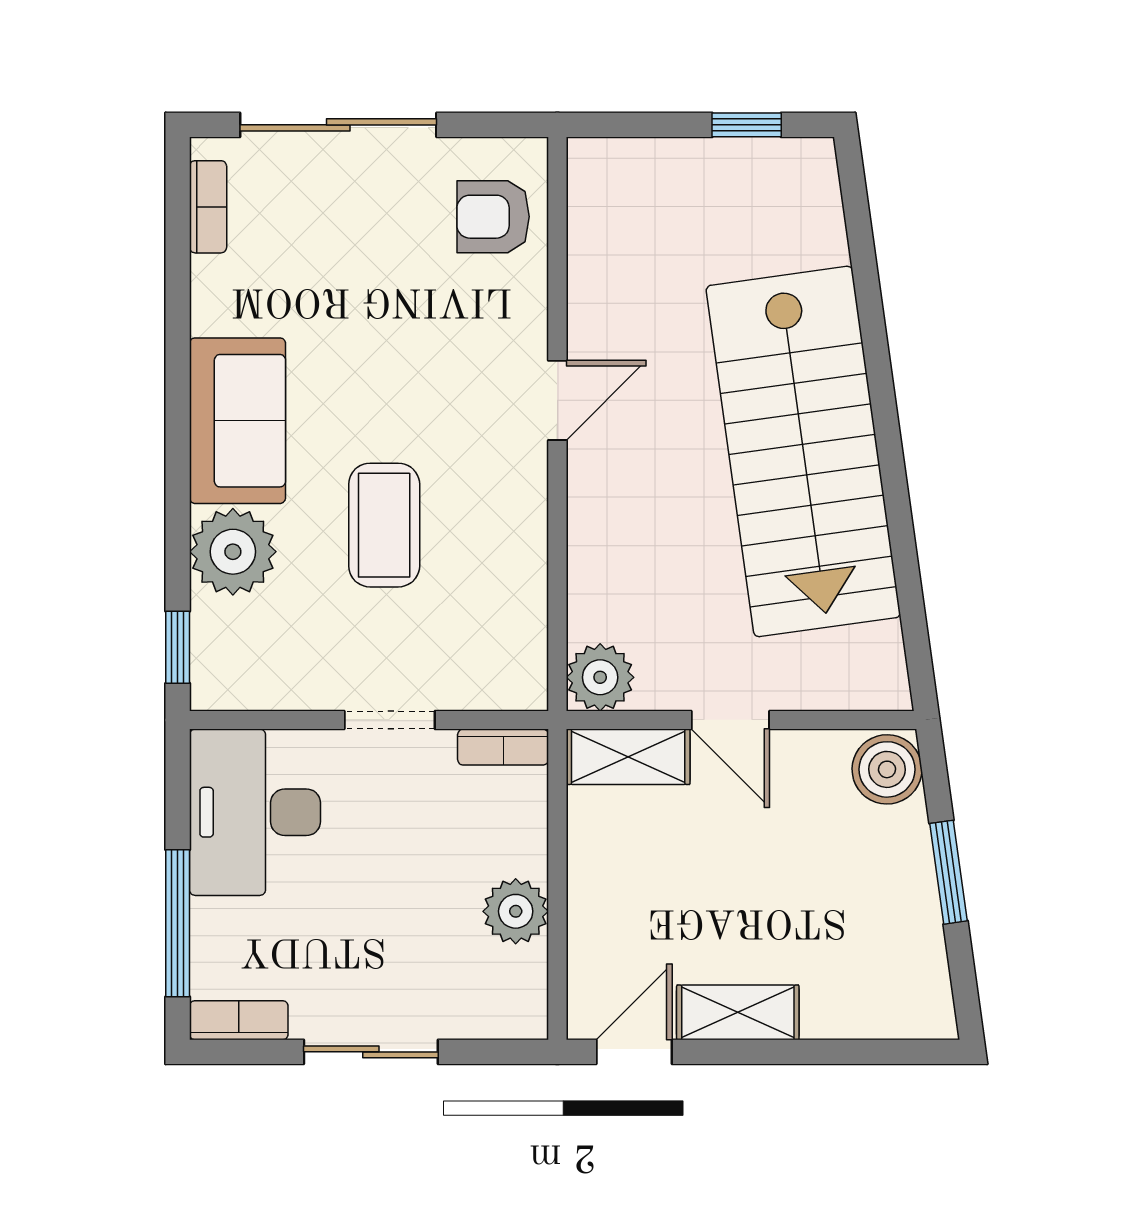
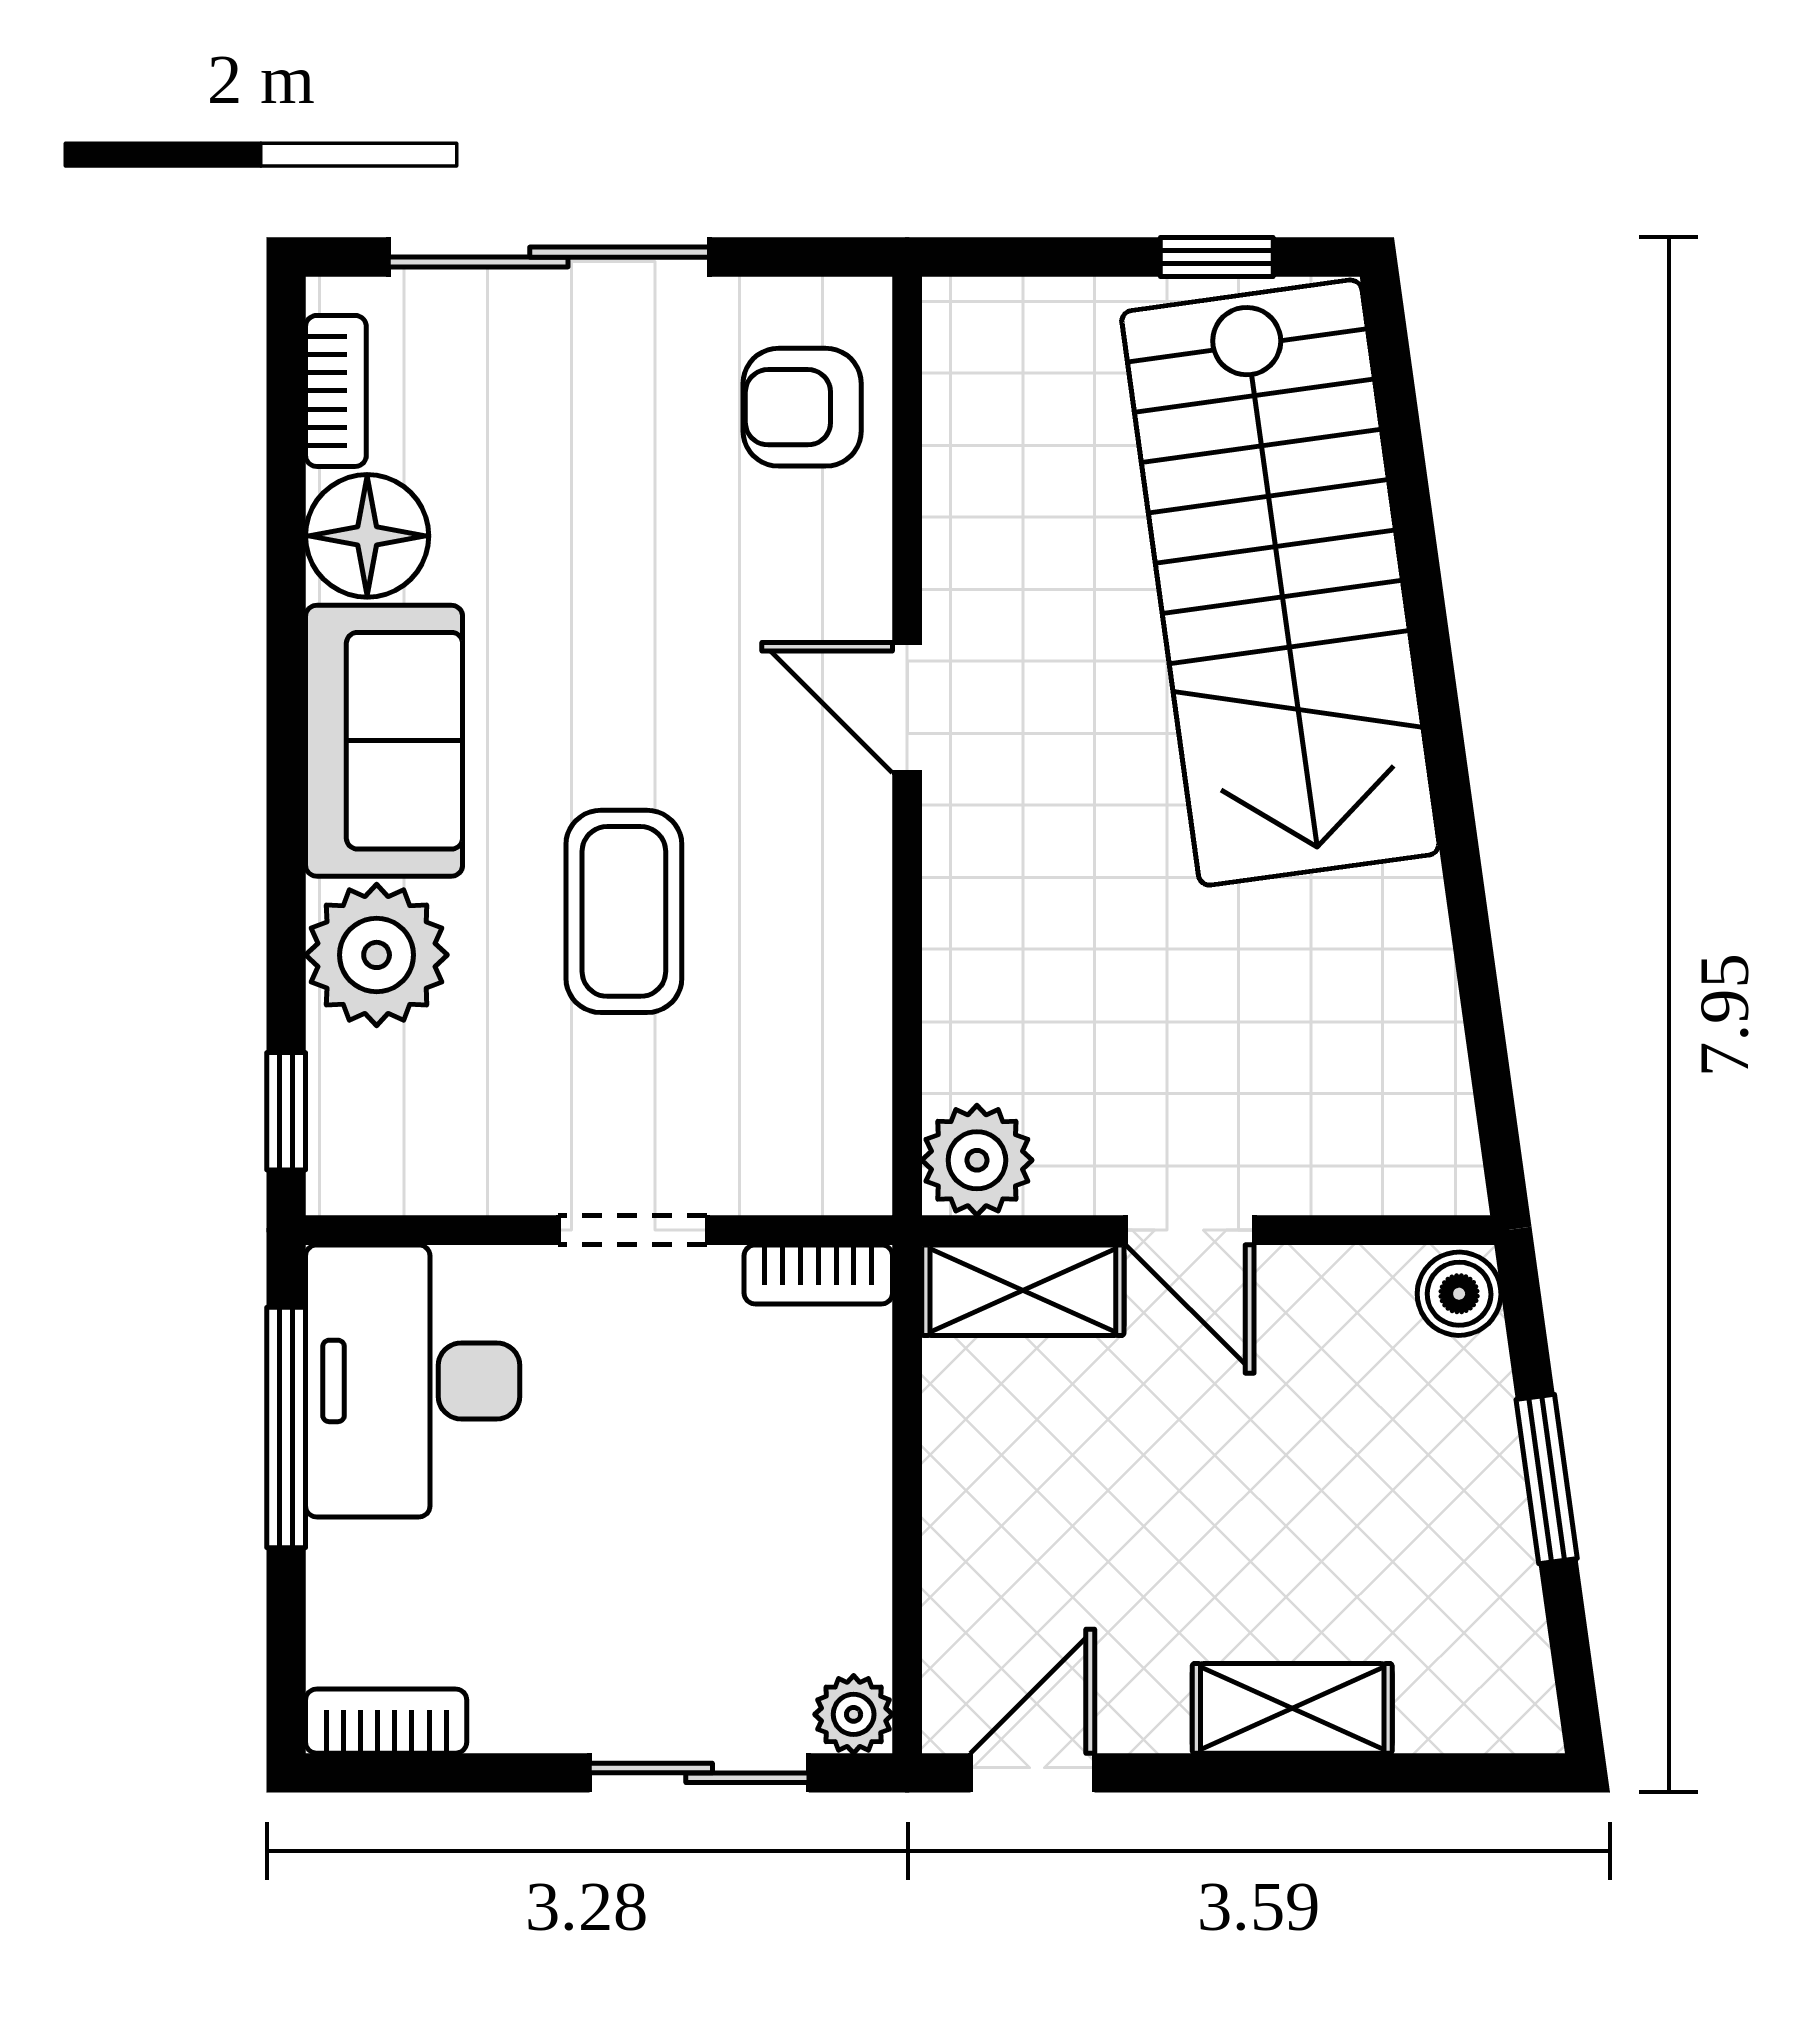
floor lamp: (227, 295) -> (367, 536), added
door: (557, 400) -> (907, 708), swing flipped
stairs: (803, 451) -> (1280, 583), moved
boiler: (887, 769) -> (1459, 1294), width x0.73, depth x0.73
plant: (516, 911) -> (854, 1714), moved, width x0.73, depth x0.73
window: (178, 923) -> (286, 1427), moved
shelving: (738, 1012) -> (1292, 1708), moved
sliding door: (371, 1052) -> (699, 1773), moved

